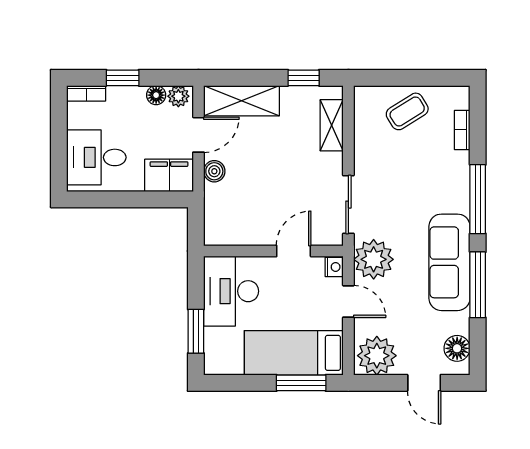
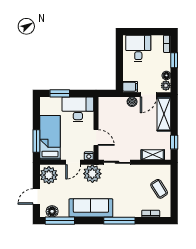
door: (198, 135) -> (148, 95), hinge flipped
filing cabinet: (169, 175) -> (130, 87), width x0.50
window: (478, 285) -> (60, 221), moved

